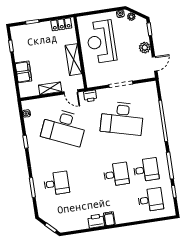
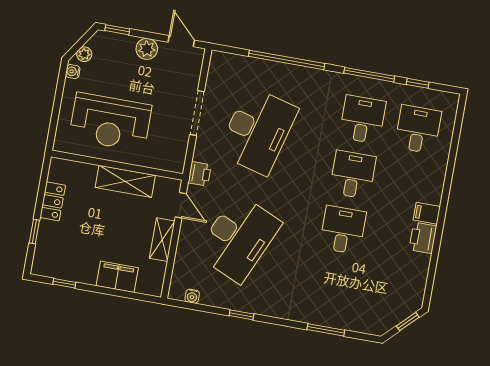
locker: (61, 24) -> (53, 201), moved
door: (71, 92) -> (181, 205), hinge flipped
desk: (56, 183) -> (343, 230), moved

